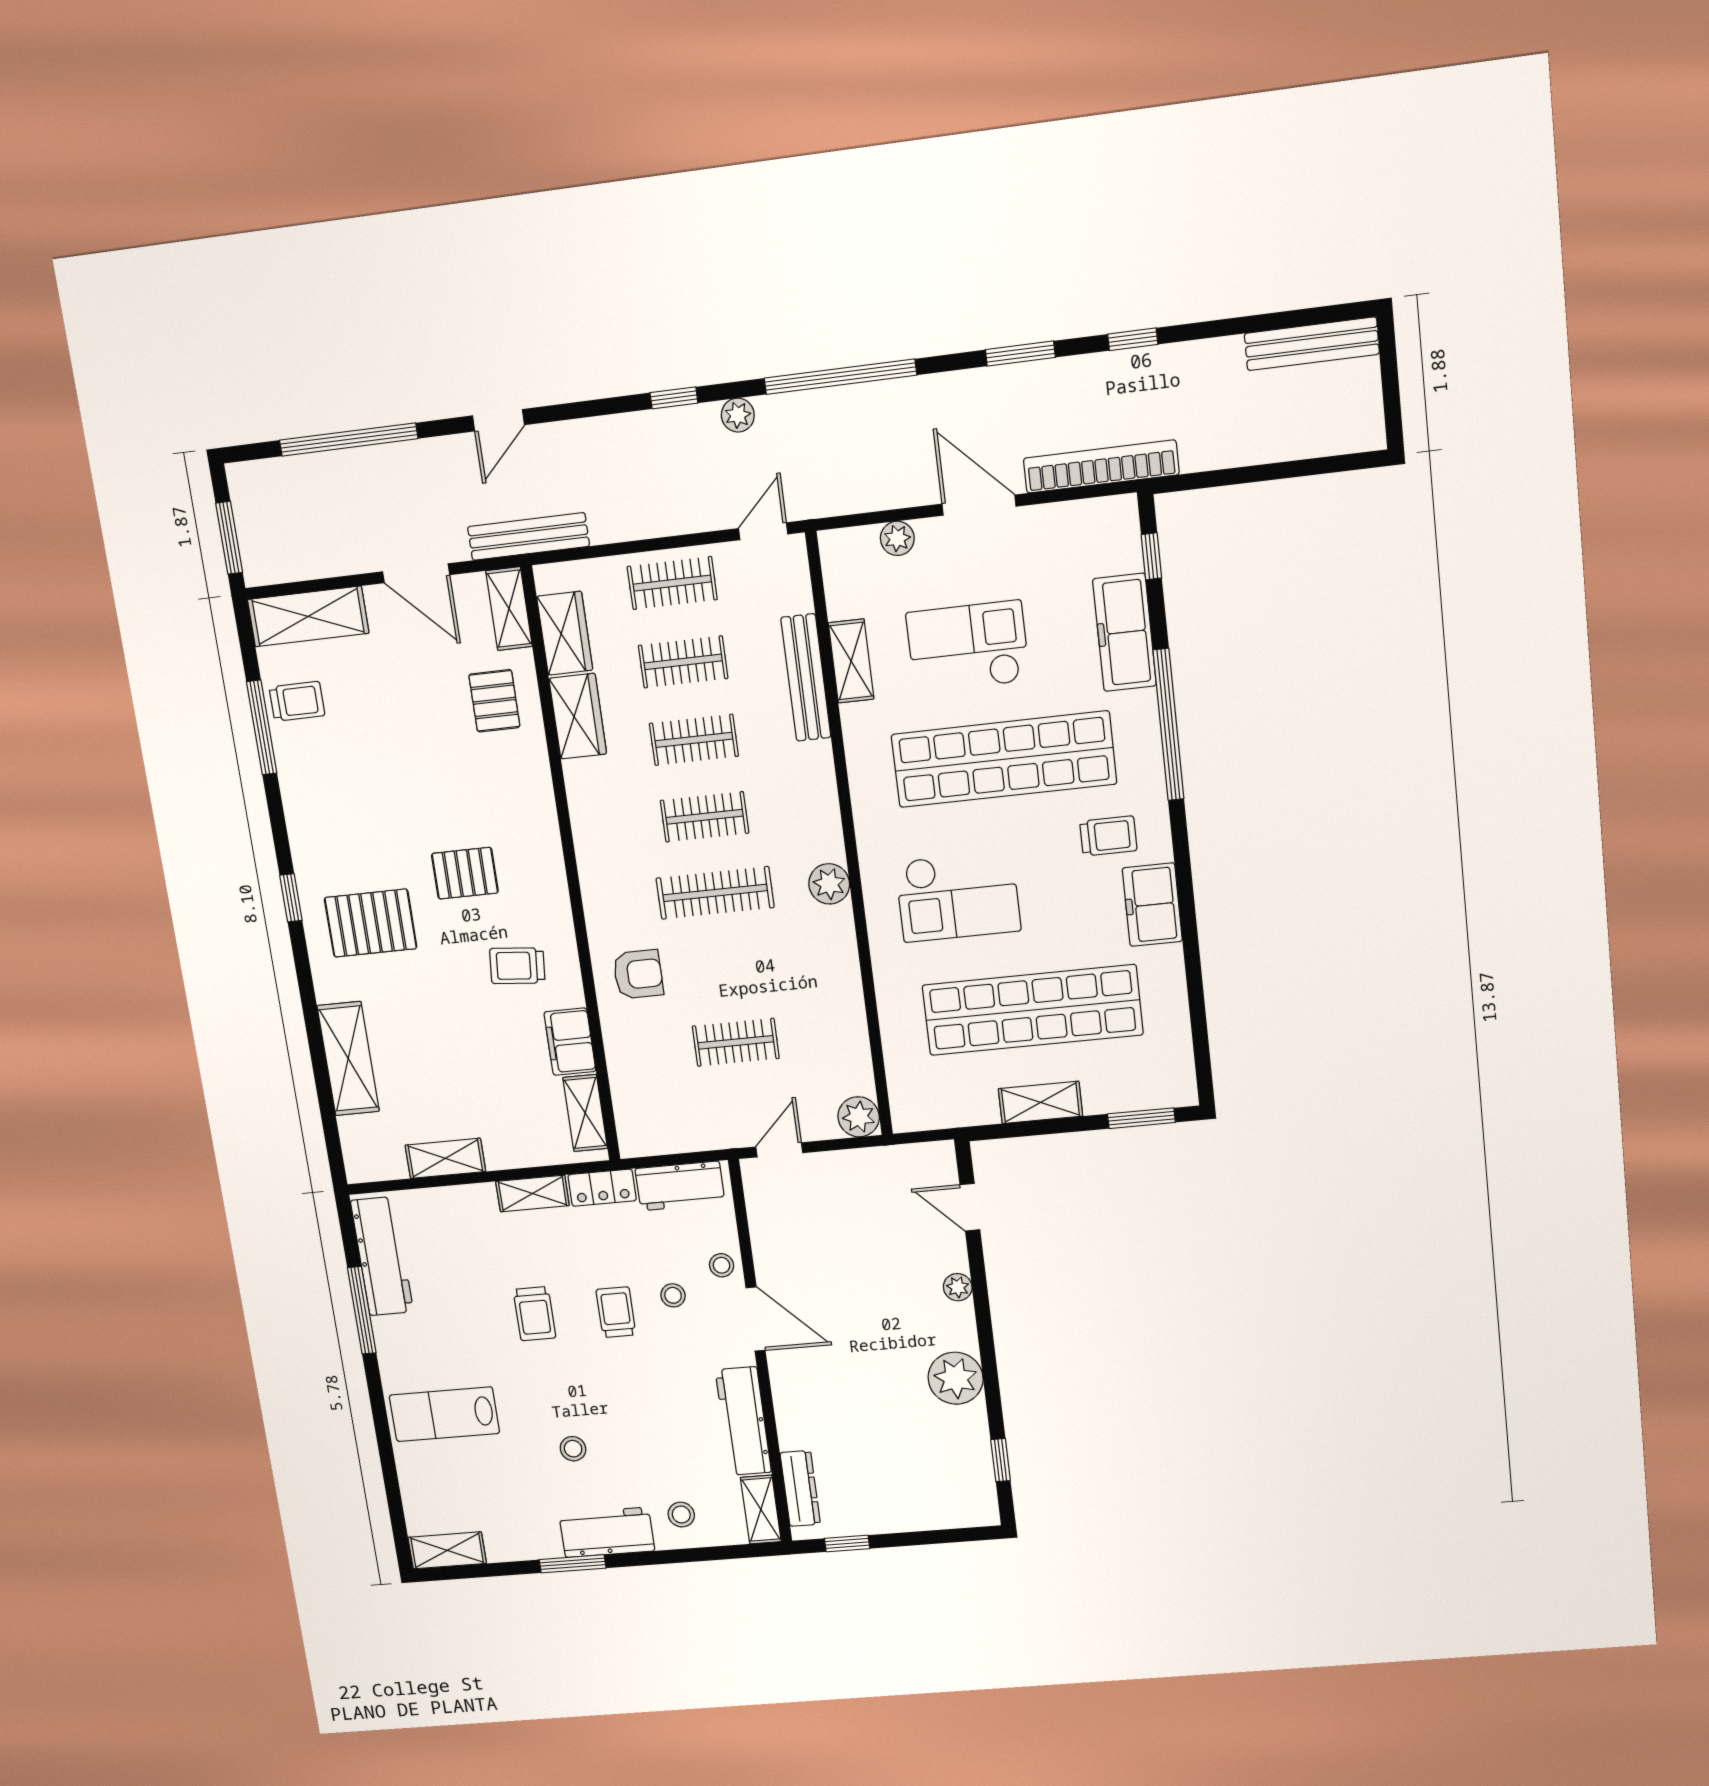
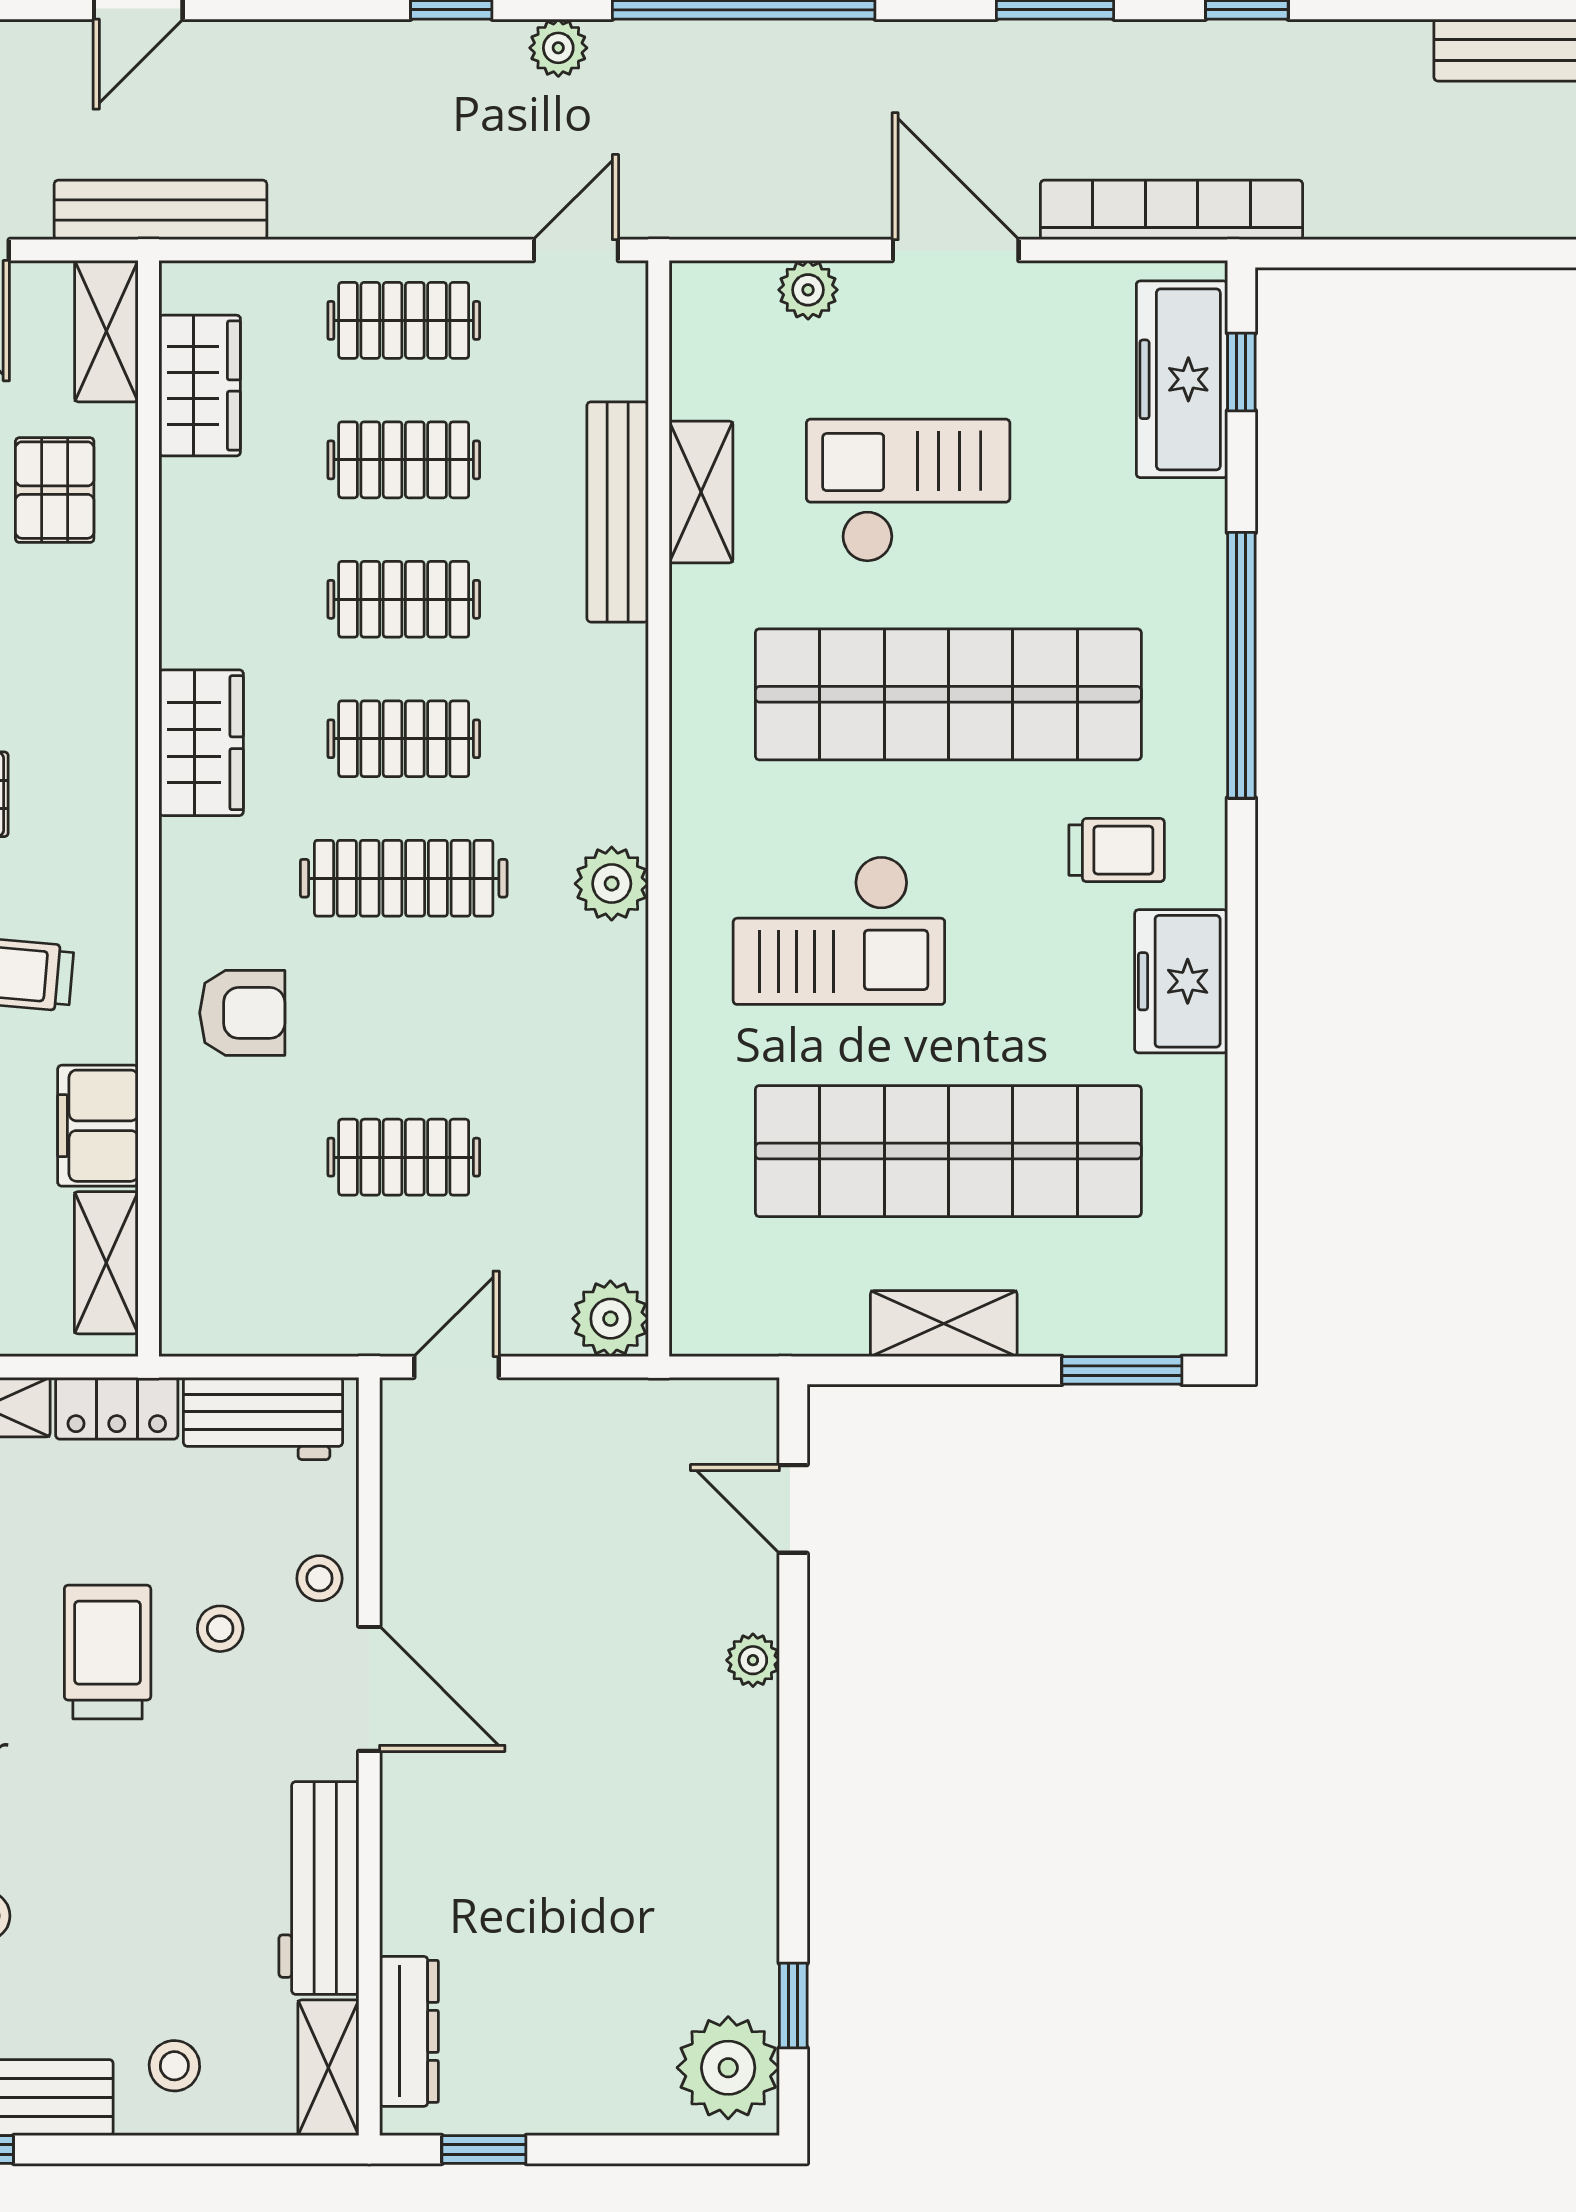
freezer: (1125, 632) -> (1182, 379), moved
wardrobe: (578, 716) -> (201, 743), moved
trolley: (616, 1312) -> (108, 1652), width x1.36, depth x1.39
plant: (956, 1378) -> (728, 2068), moved

